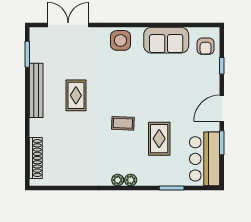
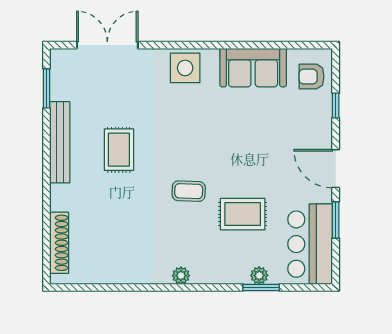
armchair: (206, 46) -> (312, 77), turned 90
door: (222, 108) -> (336, 169), hinge flipped
rug: (159, 139) -> (243, 214), turned 90
plant: (131, 180) -> (259, 275), moved

